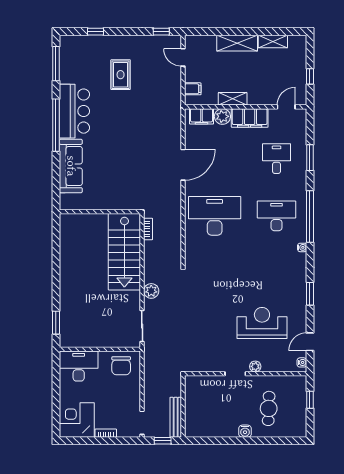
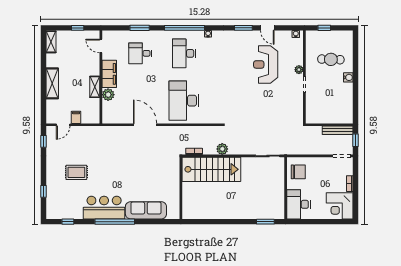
shelving: (273, 41) -> (51, 42), moved
window: (56, 64) -> (68, 222), width x0.46
filing cabinet: (193, 89) -> (76, 117), moved
filing cabinet: (202, 116) -> (108, 111), removed
plant: (151, 291) -> (222, 149), moved
door: (310, 342) -> (267, 28), moved

